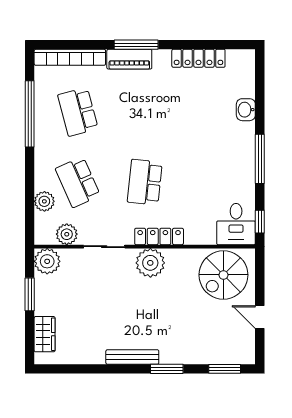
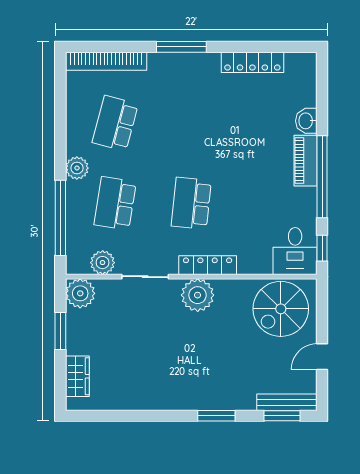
piano: (129, 59) -> (306, 161), moved, turned 90
school desk: (78, 112) -> (115, 123), turned 30
window: (30, 114) -> (60, 218), moved
window: (260, 159) -> (322, 177), width x1.46
school desk: (78, 182) -> (115, 203), turned 33
plant: (44, 201) -> (77, 168), moved
door: (260, 317) -> (322, 357), hinge flipped
bench: (132, 357) -> (287, 402), moved

